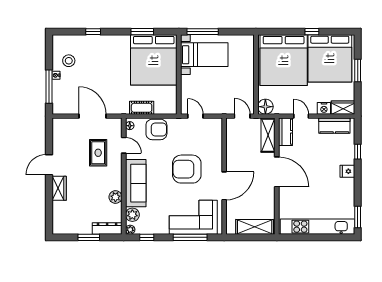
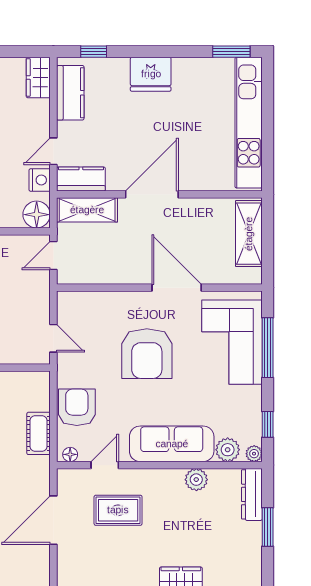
nightstand: (324, 108) -> (40, 180), moved
door: (195, 116) -> (53, 338), swing flipped
window: (358, 152) -> (94, 52), moved
fridge: (347, 171) -> (151, 74), width x1.88, depth x1.34

